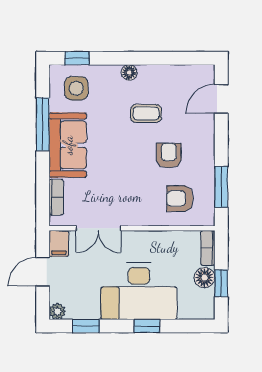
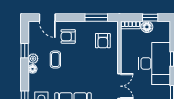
window: (162, 58) -> (25, 51), added
plant: (148, 73) -> (33, 59), added
armchair: (169, 155) -> (68, 36), moved

